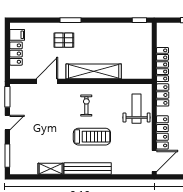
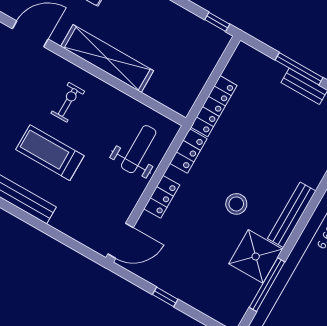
locker: (162, 132) -> (162, 197), width x0.66
treadmill: (92, 137) -> (50, 153), turned 180

